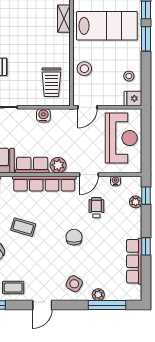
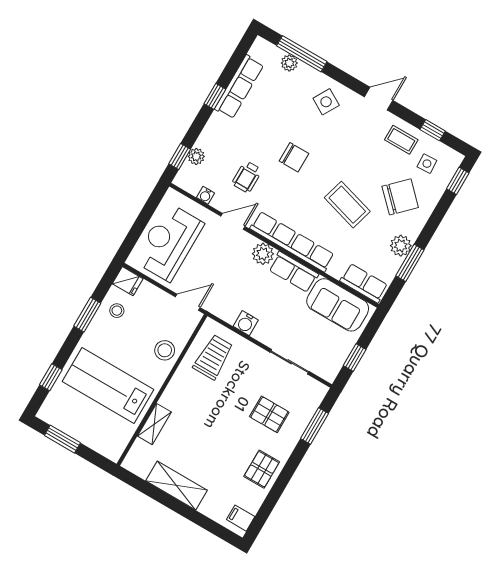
window: (146, 39) -> (87, 315), moved
coffee table: (23, 227) -> (347, 205), width x1.36, depth x1.30
chair: (74, 237) -> (294, 157), turned -90
plant: (98, 295) -> (289, 63), moved

